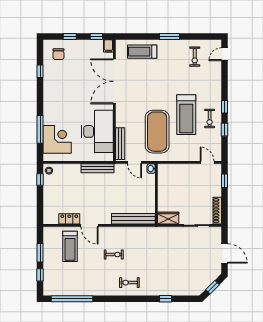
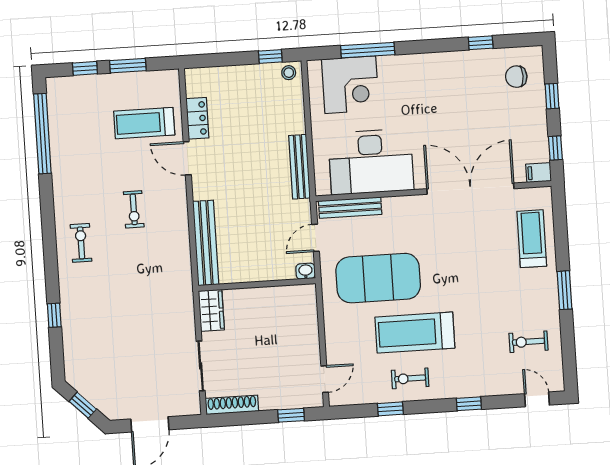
window: (225, 107) -> (469, 404), moved
door: (89, 225) -> (187, 158), hinge flipped

